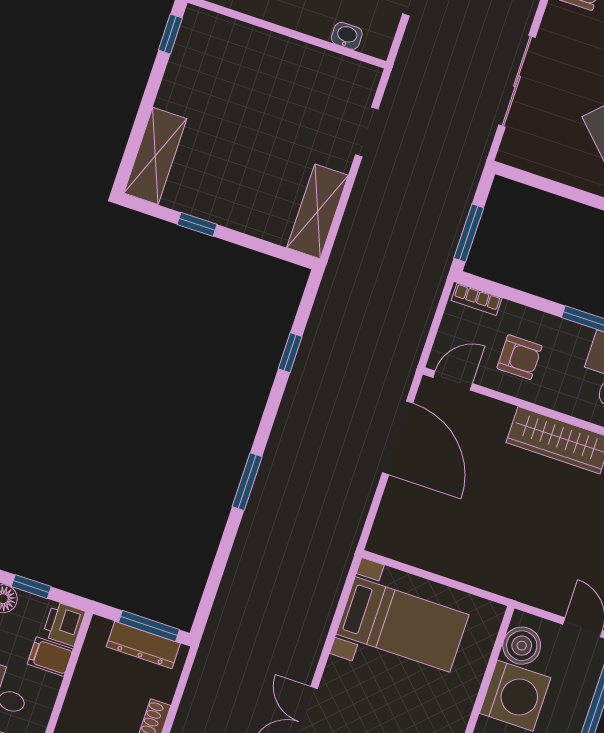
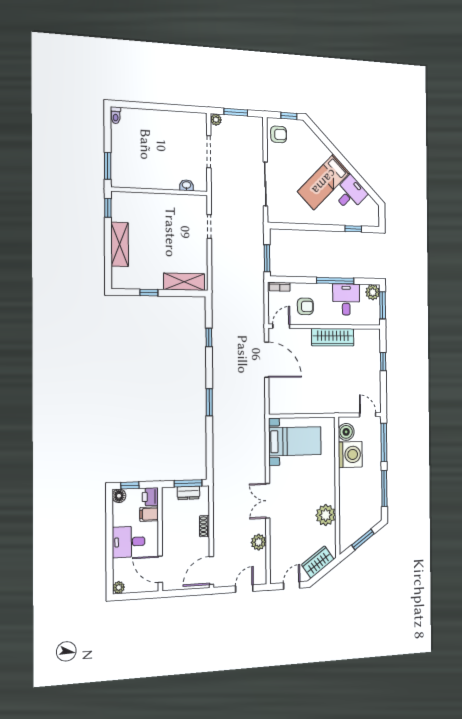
shelving: (155, 156) -> (120, 244), moved
shelving: (318, 211) -> (184, 282), moved, turned 90
dresser: (143, 645) -> (188, 493), width x0.70

